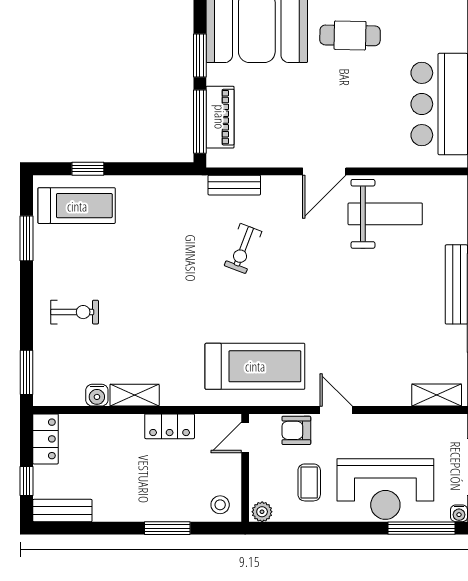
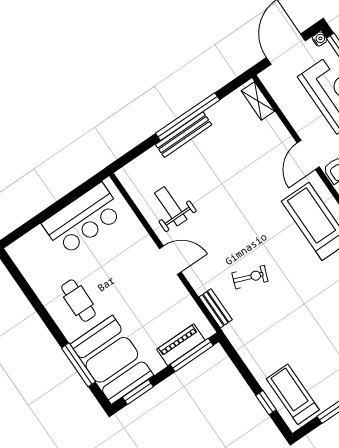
window: (200, 56) -> (138, 392), moved
weight bench: (385, 214) -> (171, 206), width x0.73, depth x0.75
door: (336, 410) -> (308, 155), width x1.38

